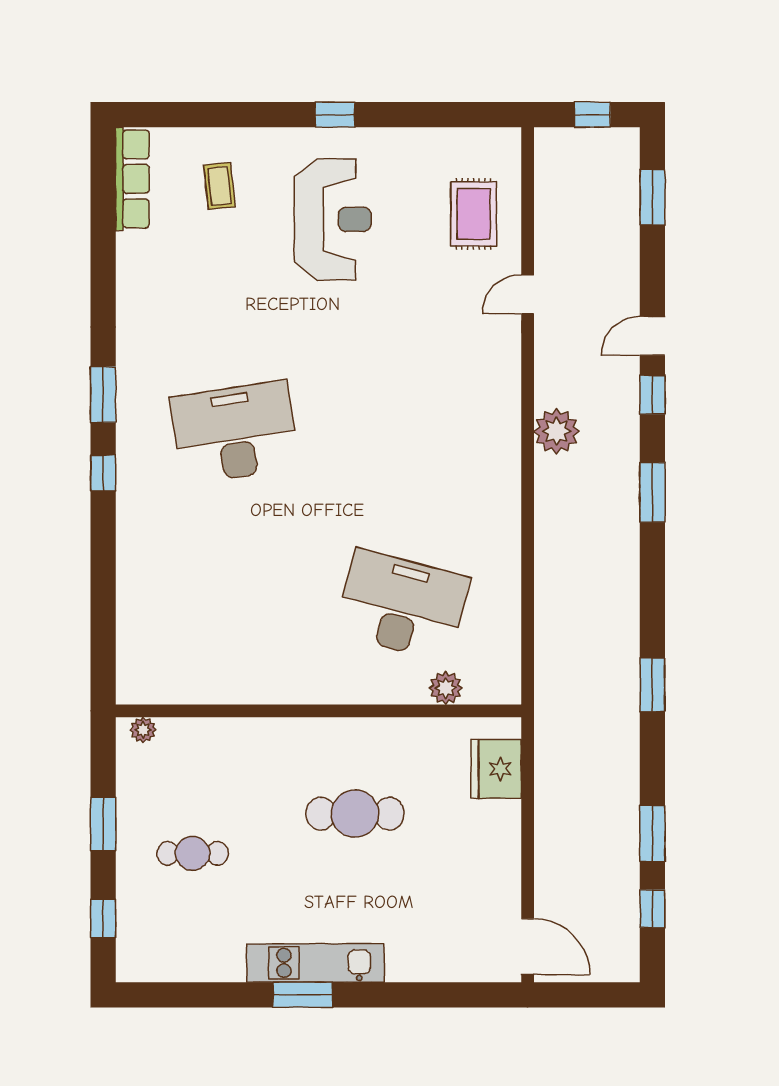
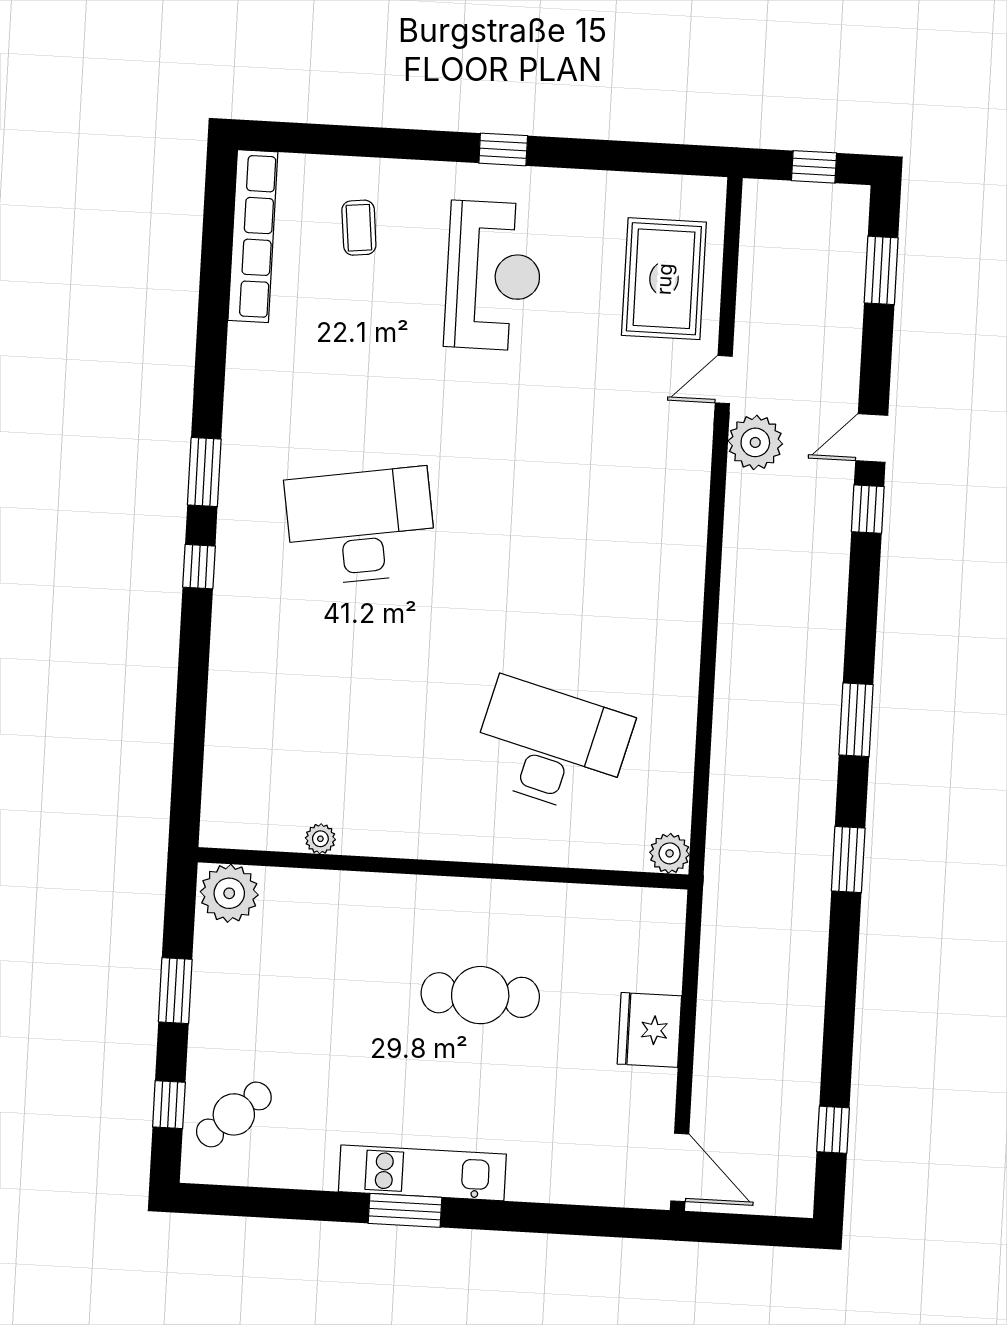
row of seats: (132, 179) -> (253, 236), width x1.36
rug: (474, 214) -> (664, 279), width x1.36, depth x1.43
plant: (556, 431) -> (755, 442), moved
window: (652, 492) -> (856, 720), moved
plant: (446, 688) -> (670, 853), moved
plant: (216, 692) -> (320, 839), added
plant: (143, 730) -> (229, 893), width x1.88, depth x1.88
fridge: (496, 769) -> (649, 1030), moved
window: (652, 834) -> (838, 1039), removed
cafe table: (193, 853) -> (234, 1114), moved, turned -41

